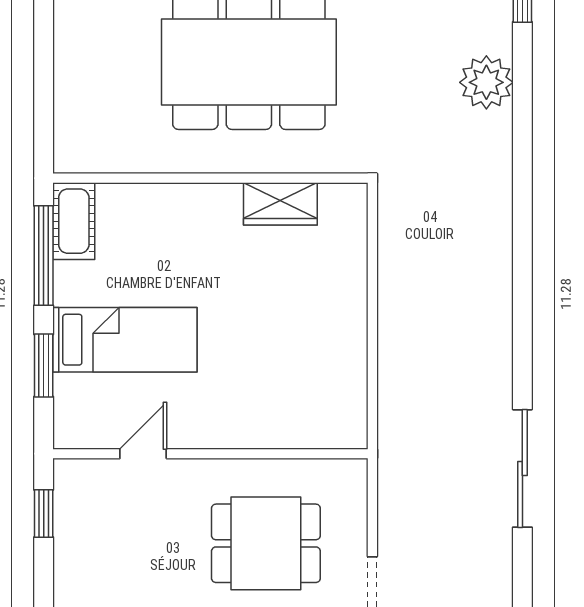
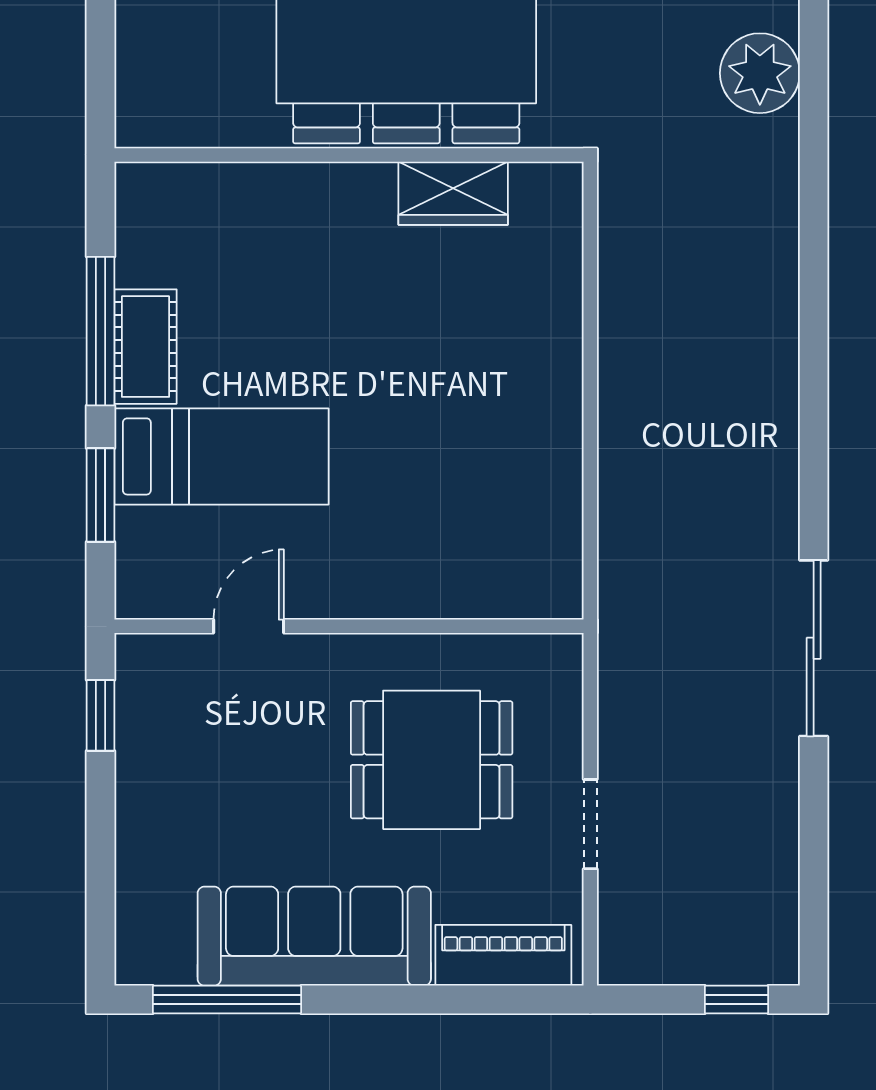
wall: (210, 178) -> (349, 155), moved
wardrobe: (280, 204) -> (453, 193), moved
cot: (74, 221) -> (146, 347), moved

